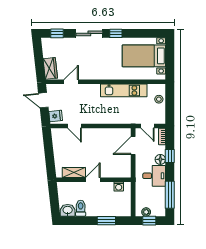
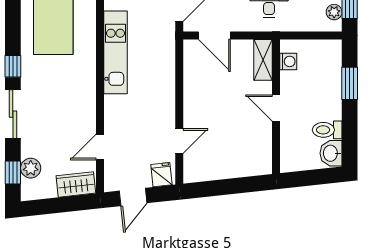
plant: (59, 43) -> (31, 168), added
door: (71, 82) -> (100, 147), hinge flipped
shelving: (74, 172) -> (263, 60), moved

